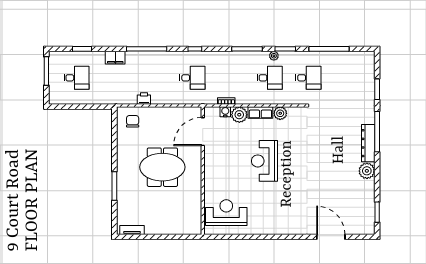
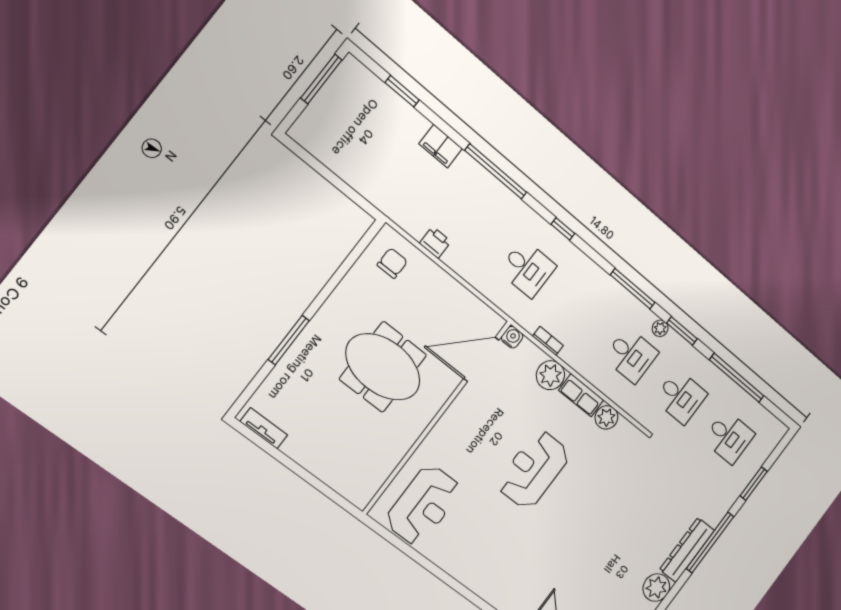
desk: (77, 78) -> (729, 437), moved
water cooler: (225, 112) -> (512, 337), moved
reception desk: (226, 213) -> (423, 505), turned 90

